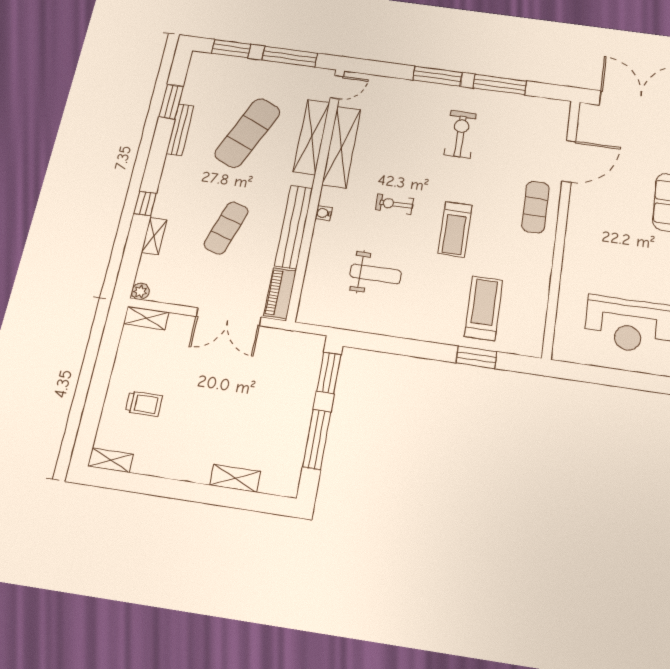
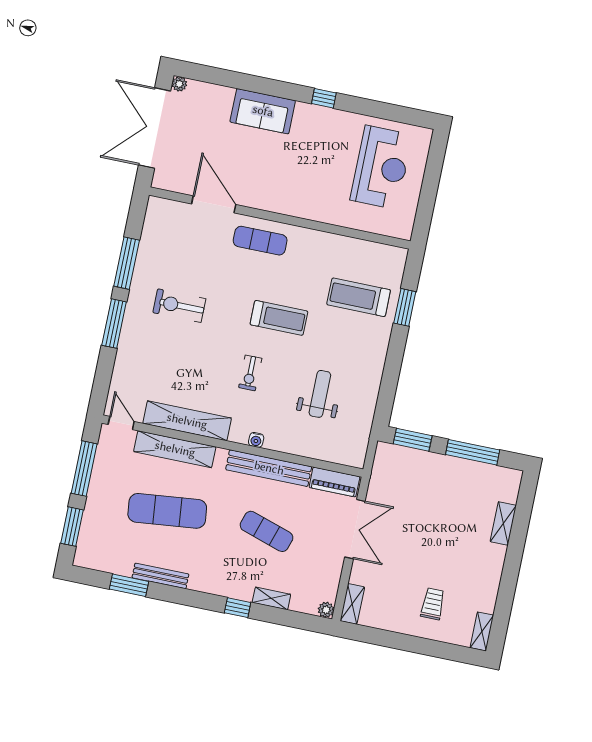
exercise mat: (247, 133) -> (167, 511), turned -30

